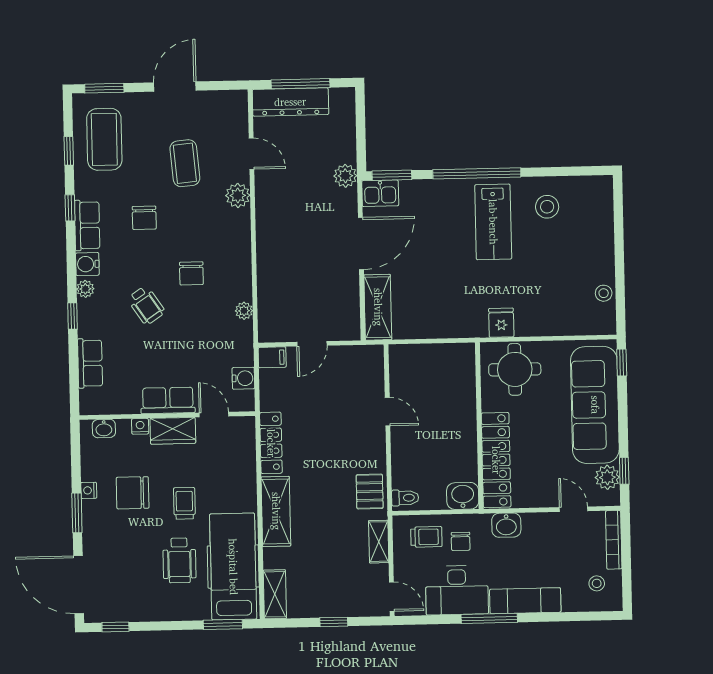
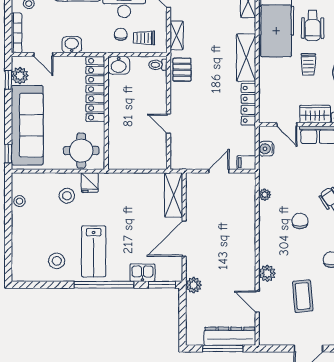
kitchen sink: (380, 193) -> (142, 273), moved
lab bench: (493, 222) -> (94, 251), turned 180
stool: (534, 303) -> (67, 196), added
washbasin: (506, 525) -> (72, 45), moved
wheelchair: (179, 560) -> (313, 26), turned 180

